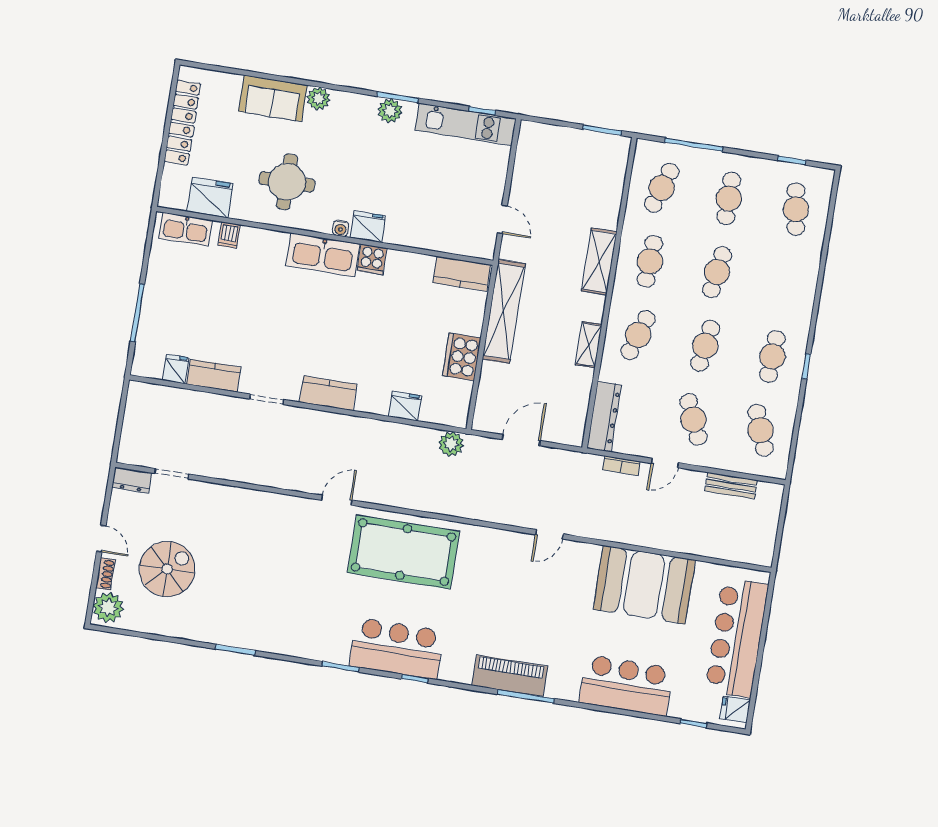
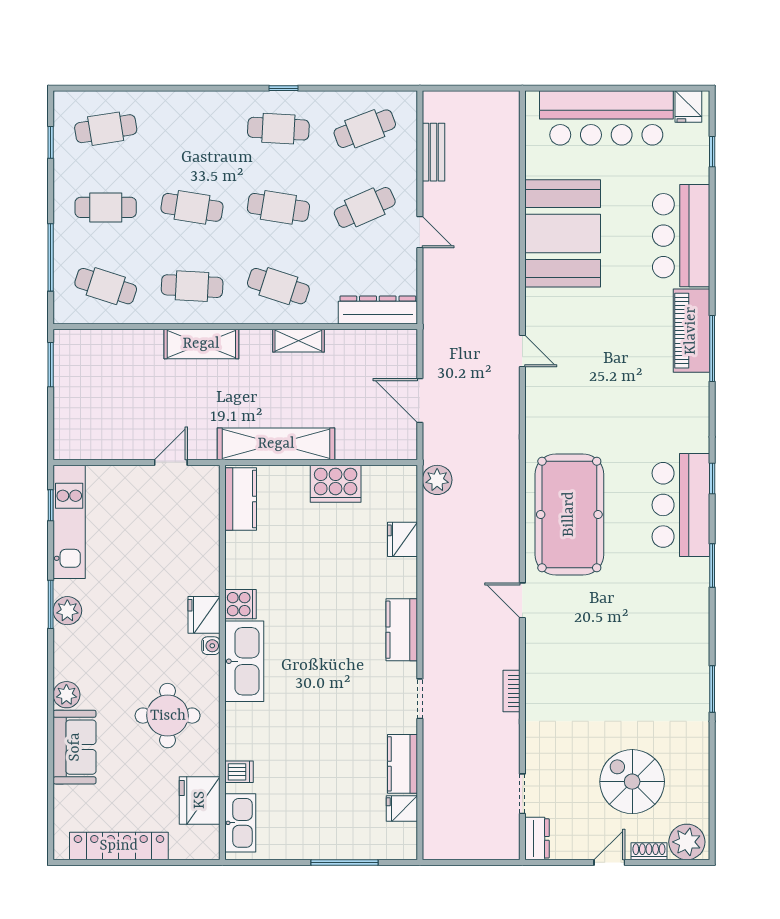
bookcase: (621, 466) -> (511, 691), moved, turned 180
piano: (510, 676) -> (691, 331), moved

